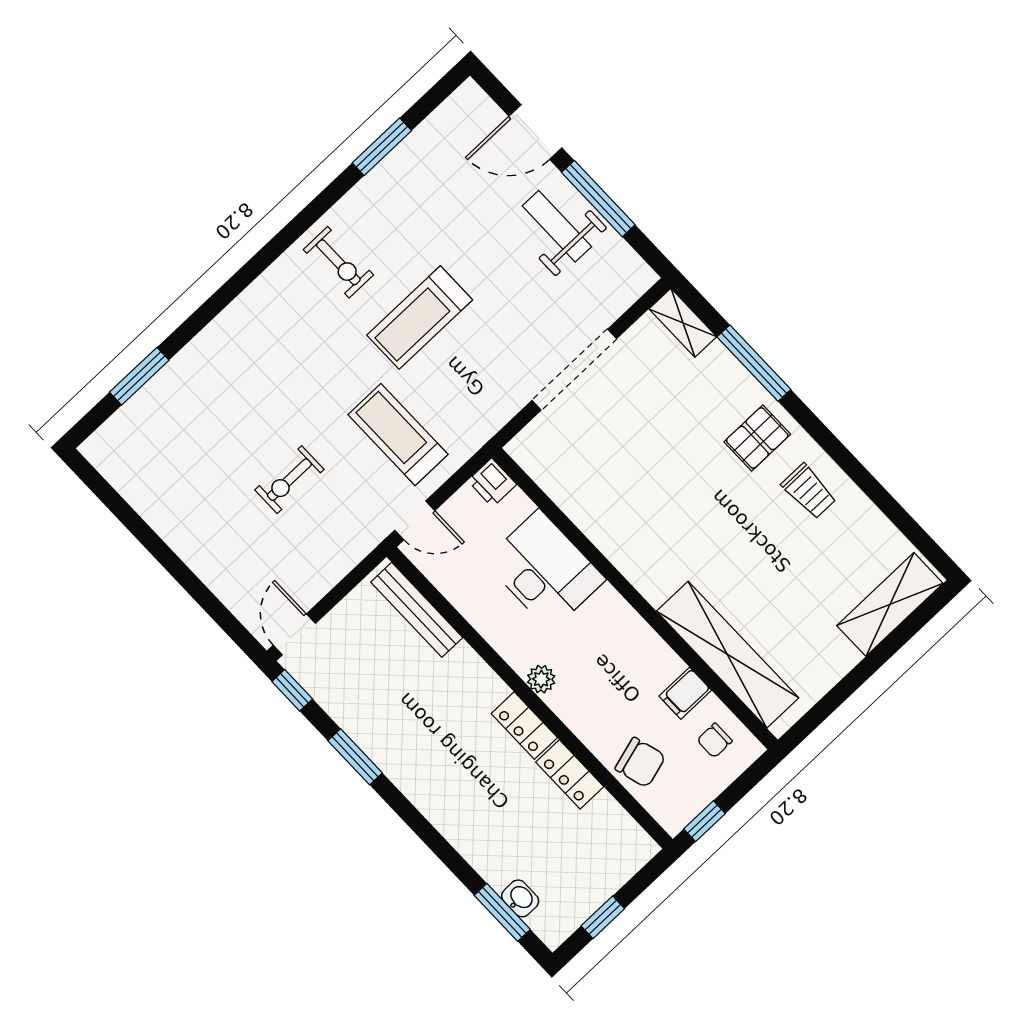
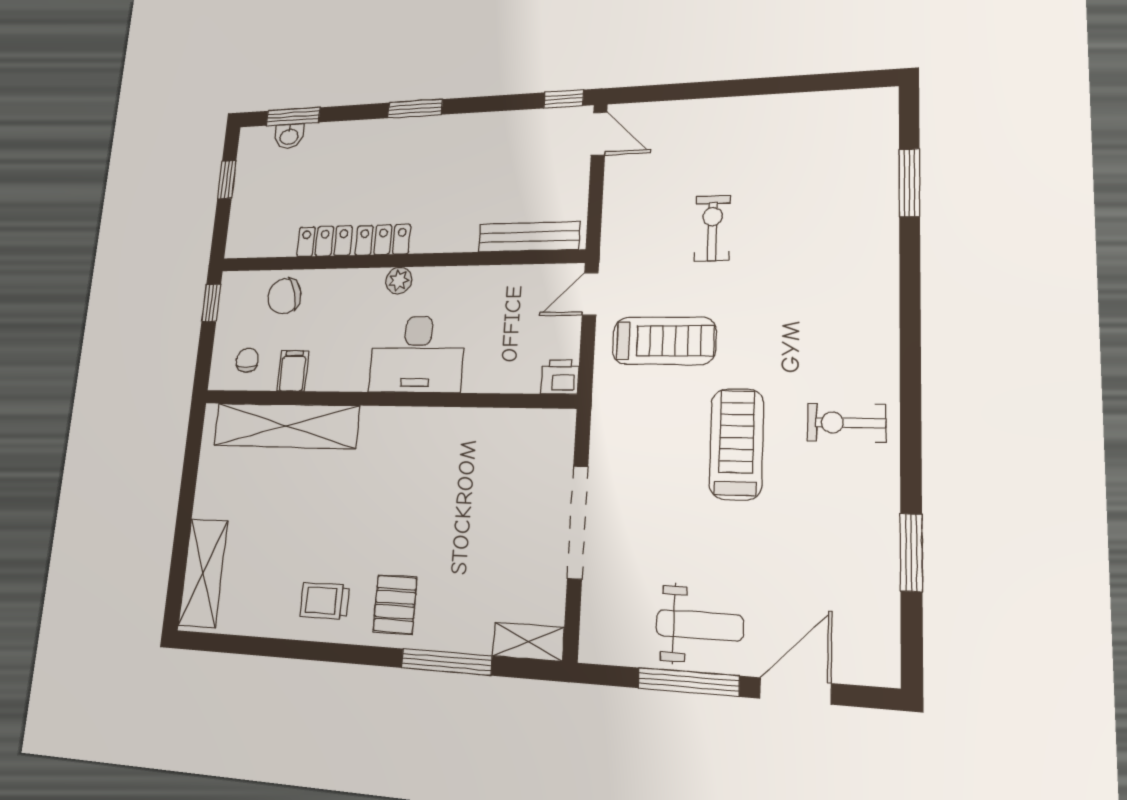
desk: (545, 570) -> (417, 354), moved
window: (355, 757) -> (415, 109), moved

